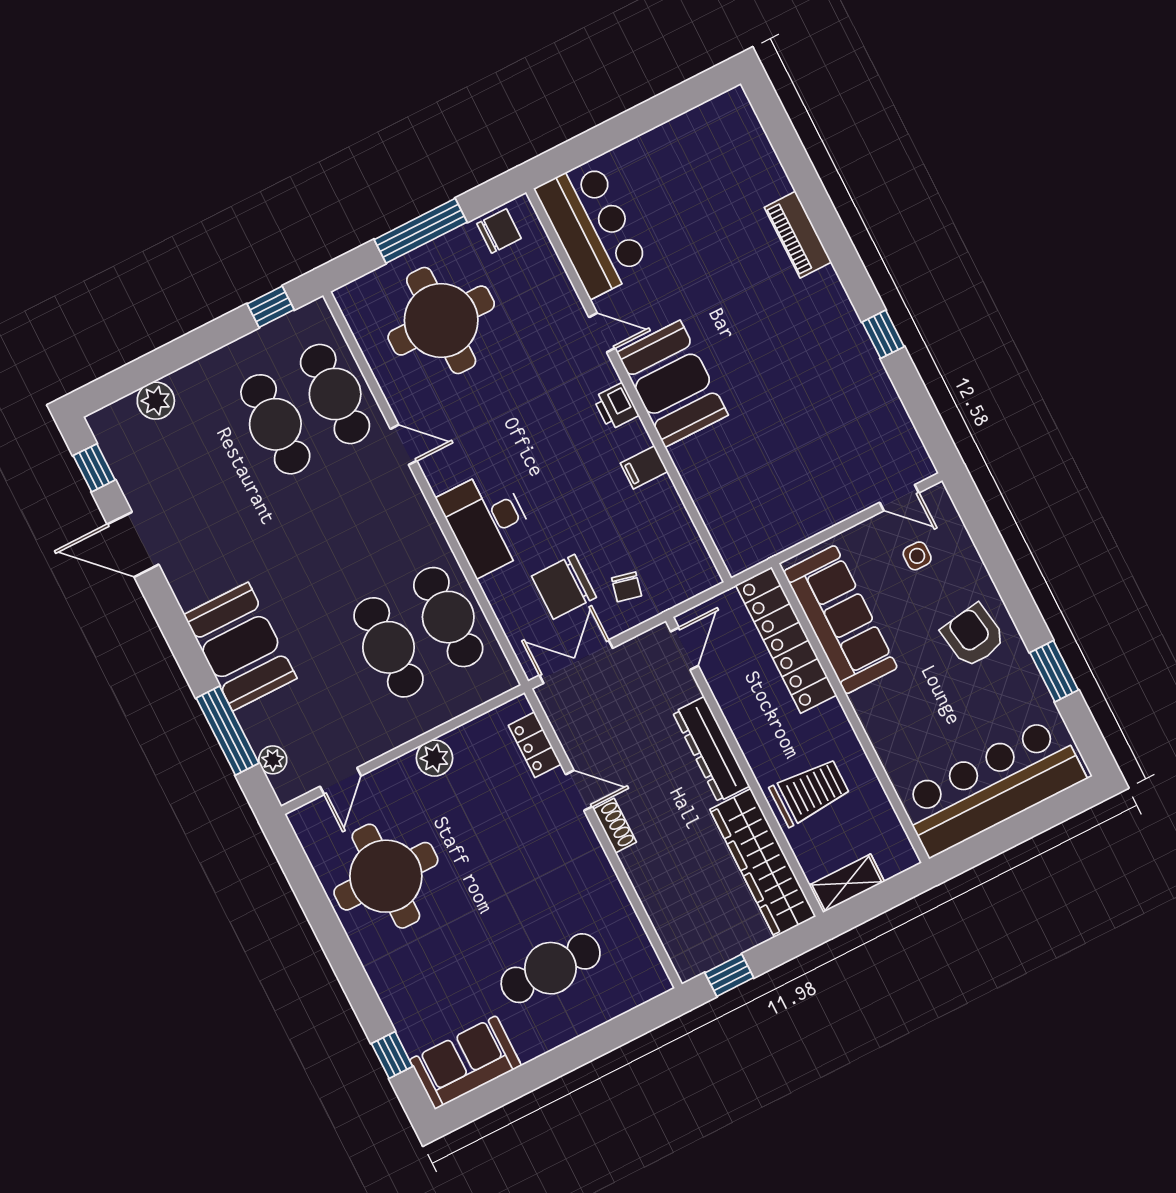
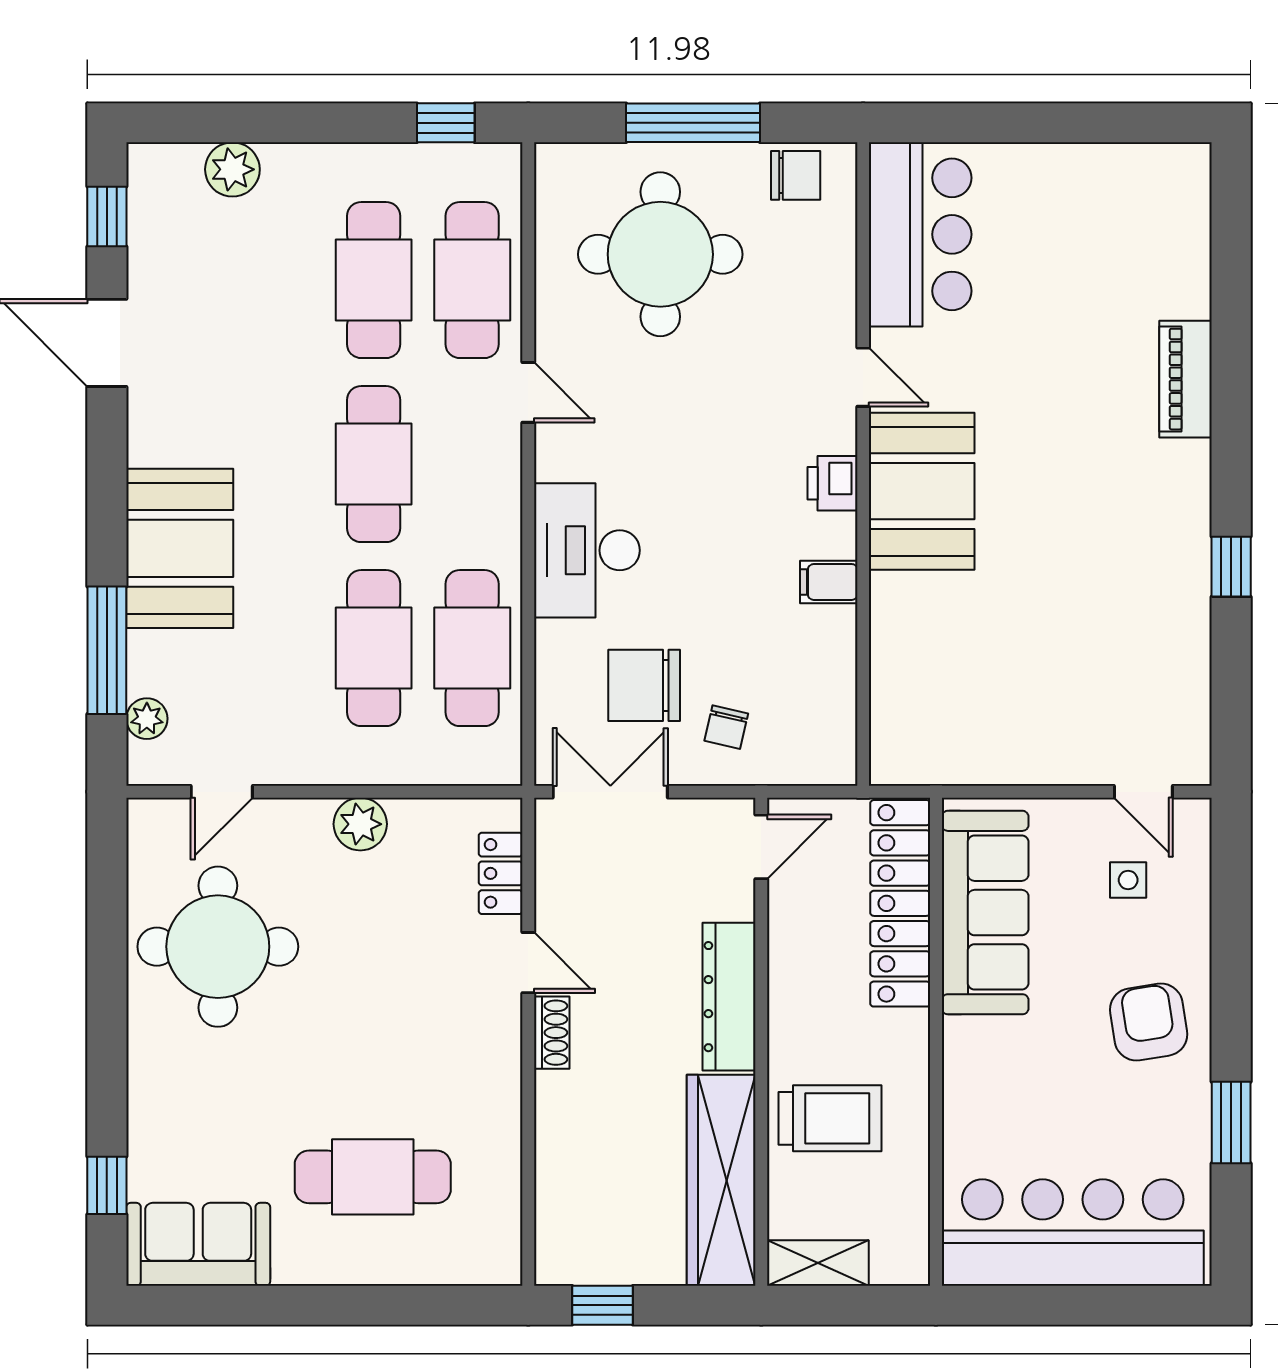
cafe table: (332, 536) -> (374, 464), added

